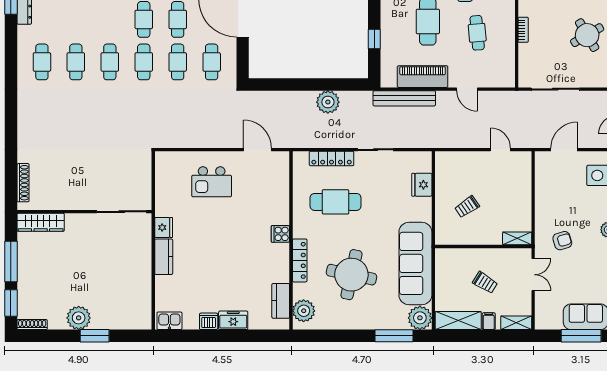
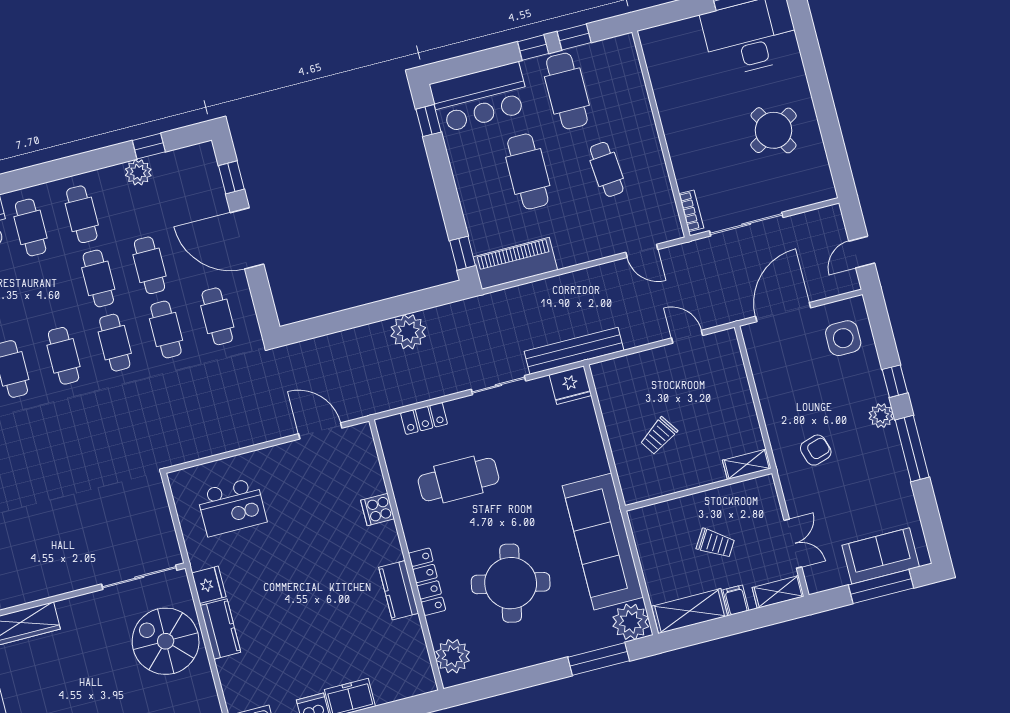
bookcase: (523, 30) -> (691, 211), moved
window: (374, 39) -> (463, 253), moved
piano: (423, 77) -> (515, 263), moved
door: (467, 89) -> (642, 251), moved
bench: (404, 98) -> (574, 351), moved
door: (564, 150) -> (783, 312), width x1.36
locker: (332, 158) -> (424, 418), width x0.66
kitchen island: (212, 182) -> (232, 507), moved
fridge: (422, 185) -> (570, 385), moved, turned -90
cooker: (280, 234) -> (378, 510), moved
spiral stairs: (128, 256) -> (166, 641), added
double door: (533, 275) -> (793, 544), moved
kitchen counter: (281, 301) -> (399, 590), moved

